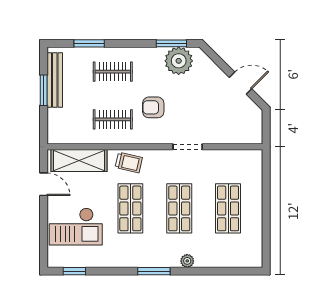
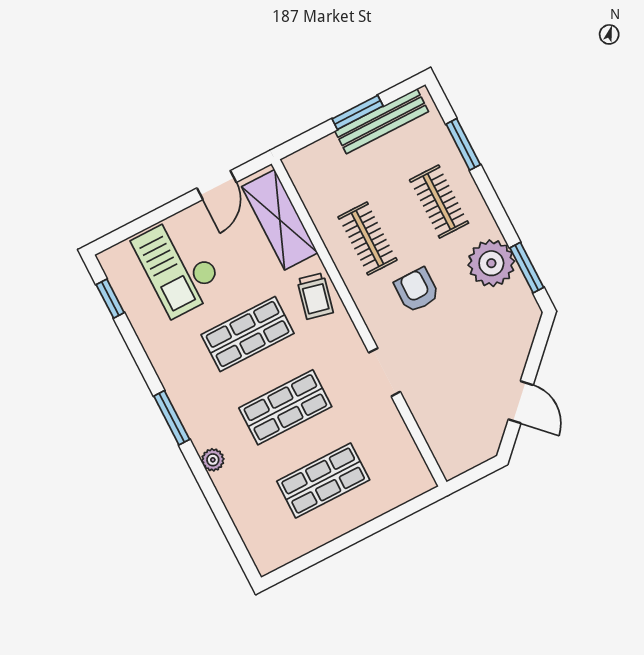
plant: (179, 61) -> (491, 263), moved

